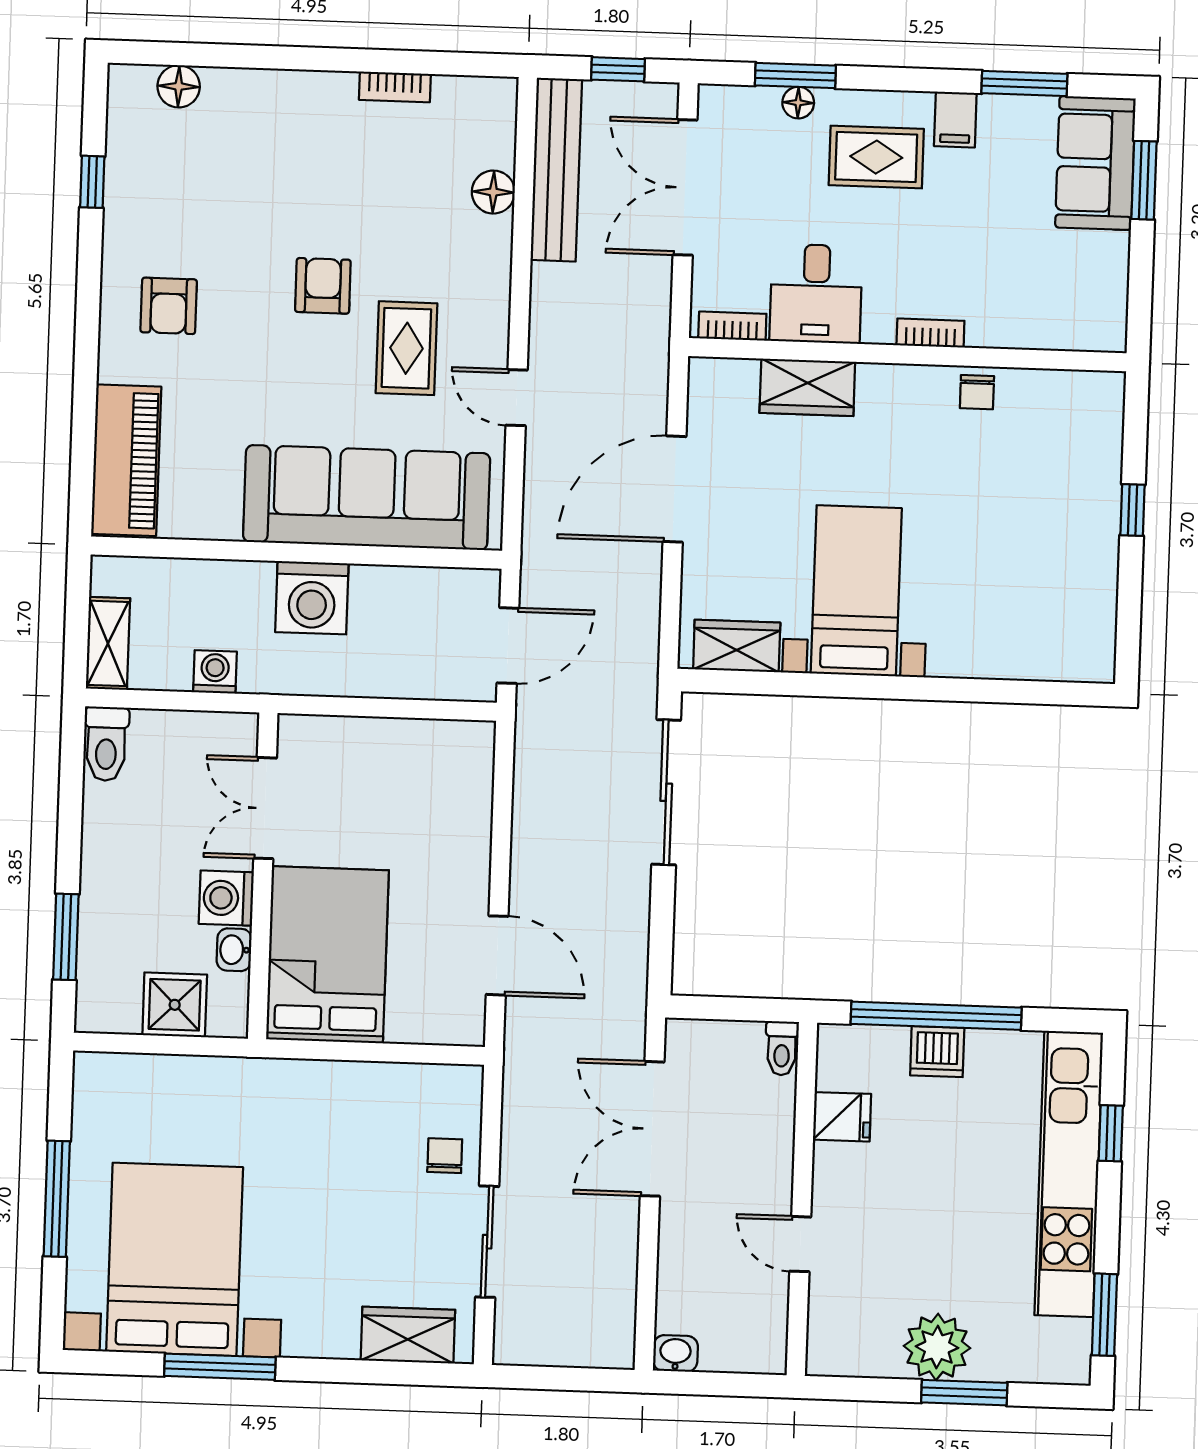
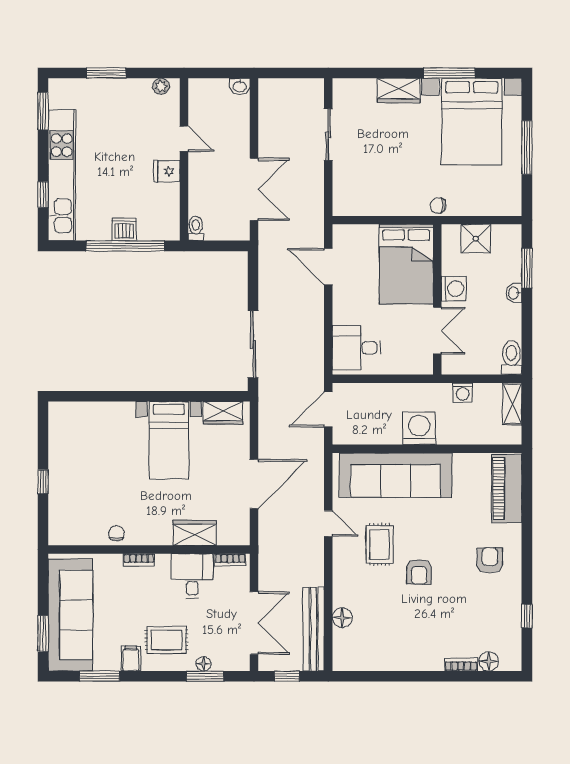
bookcase: (395, 87) -> (461, 664), moved
sofa: (1095, 163) -> (70, 615), width x1.85, depth x1.27
desk: (442, 777) -> (356, 348), added
washbasin: (234, 950) -> (514, 293), moved, turned 180
fridge: (842, 1117) -> (167, 171), moved
chair: (445, 1156) -> (438, 206), moved, turned 90
wardrobe: (408, 1335) -> (399, 90), moved
plant: (937, 1347) -> (161, 86), moved, width x0.53, depth x0.53

